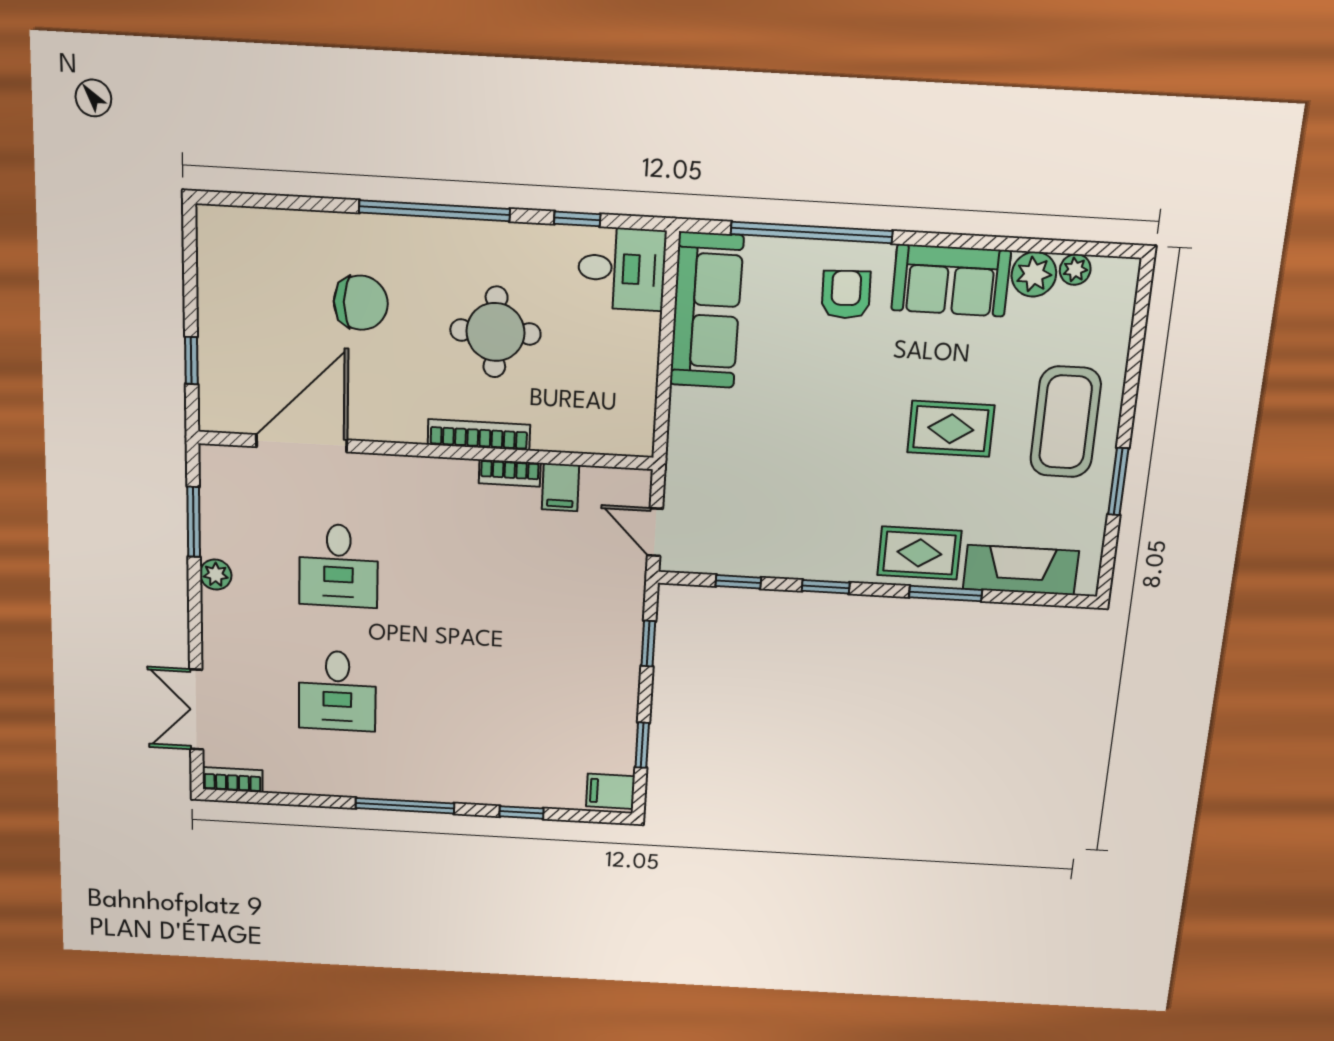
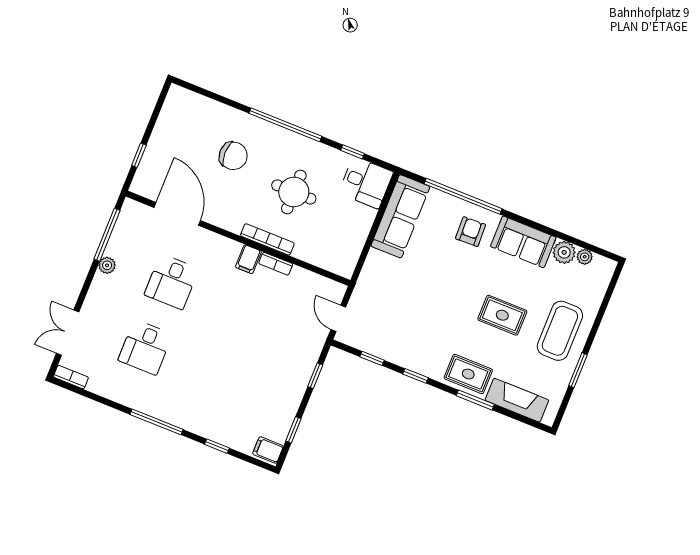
door: (302, 443) -> (177, 214), hinge flipped
filing cabinet: (560, 487) -> (248, 259), moved
window: (194, 522) -> (107, 235), width x1.44

